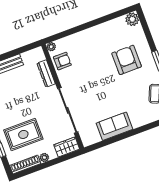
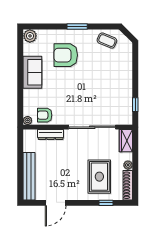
armchair: (62, 61) -> (45, 115), turned -90
sofa: (115, 126) -> (32, 72), moved, turned 180
window: (104, 143) -> (135, 105), added

